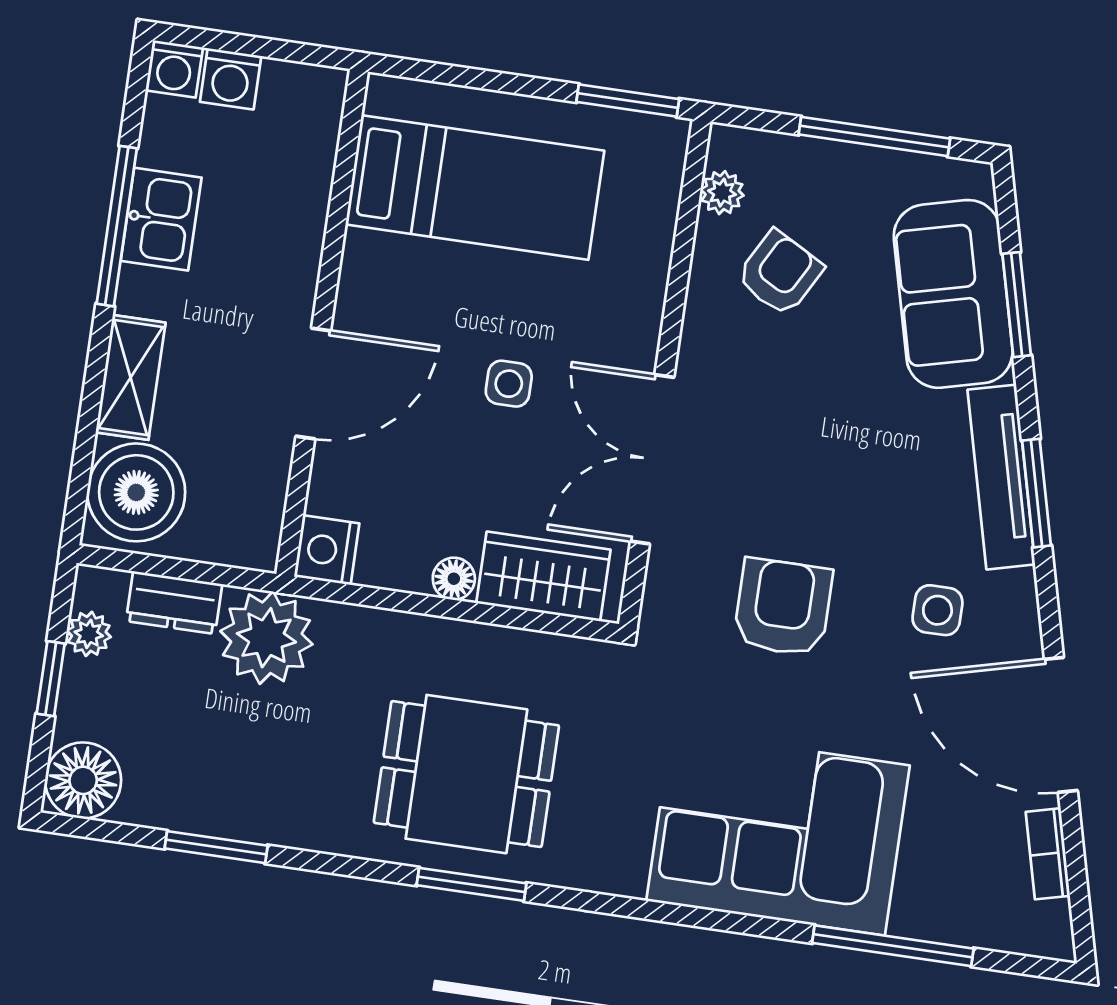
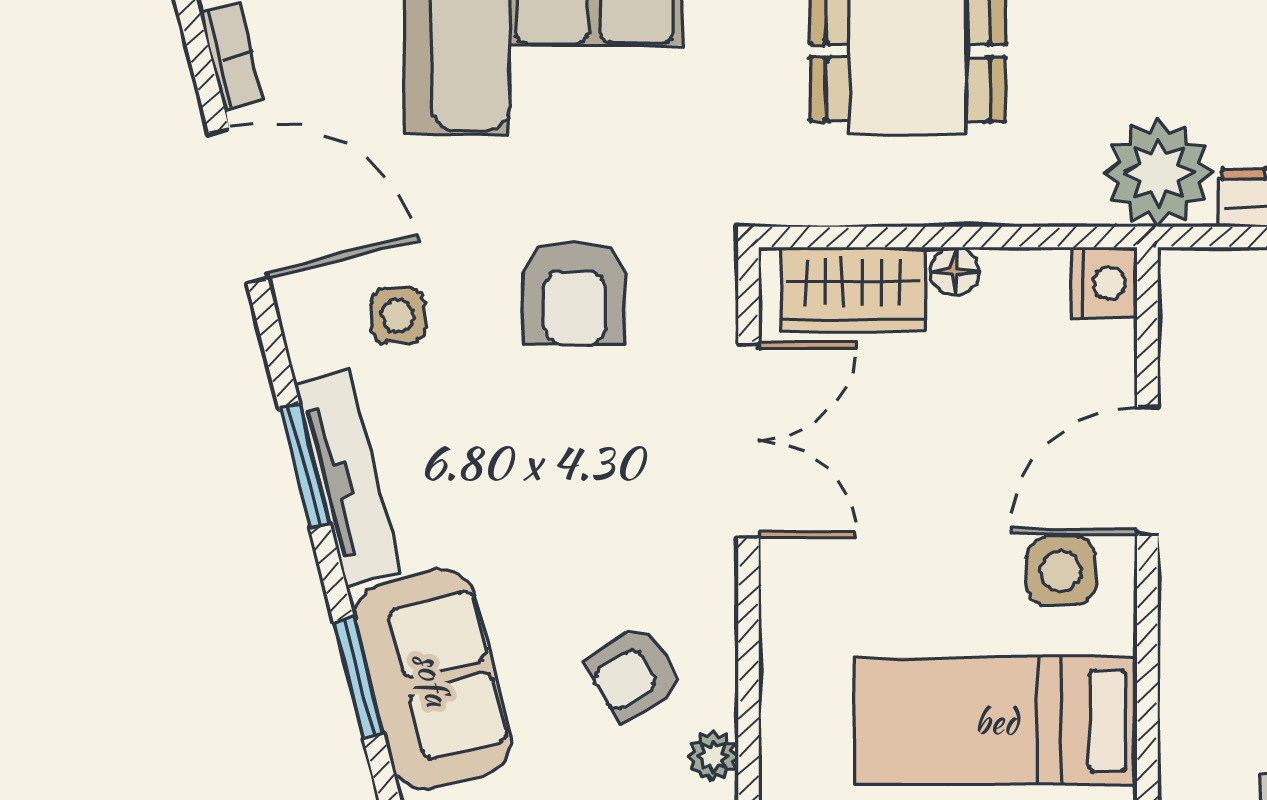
armchair: (780, 273) -> (634, 674), turned 30
side table: (509, 384) -> (1061, 571), moved, width x1.37, depth x1.37

